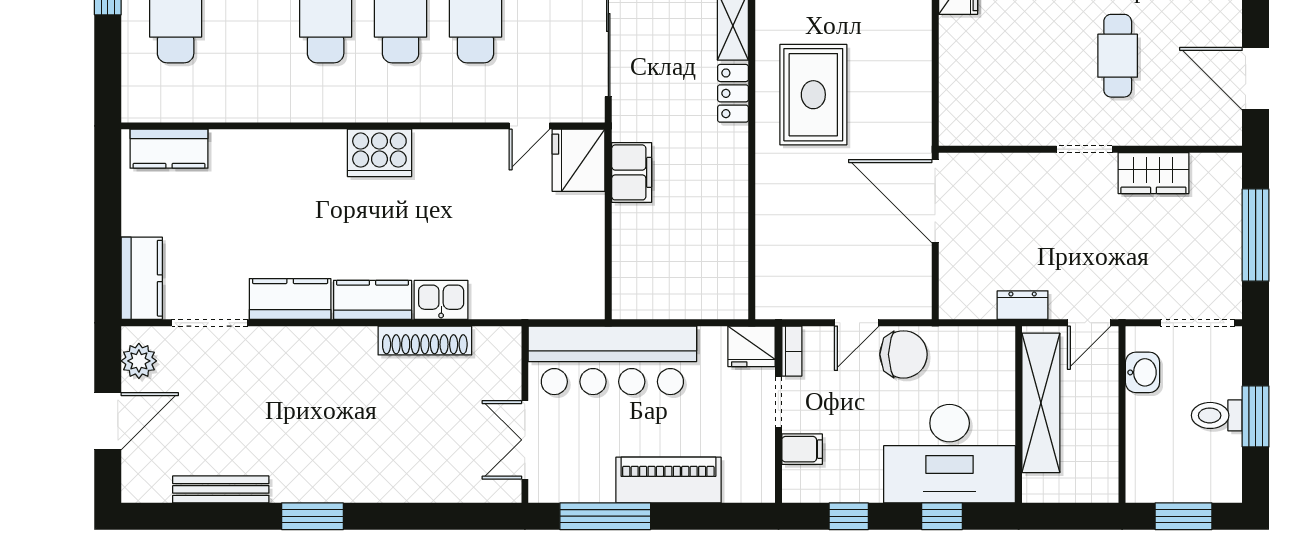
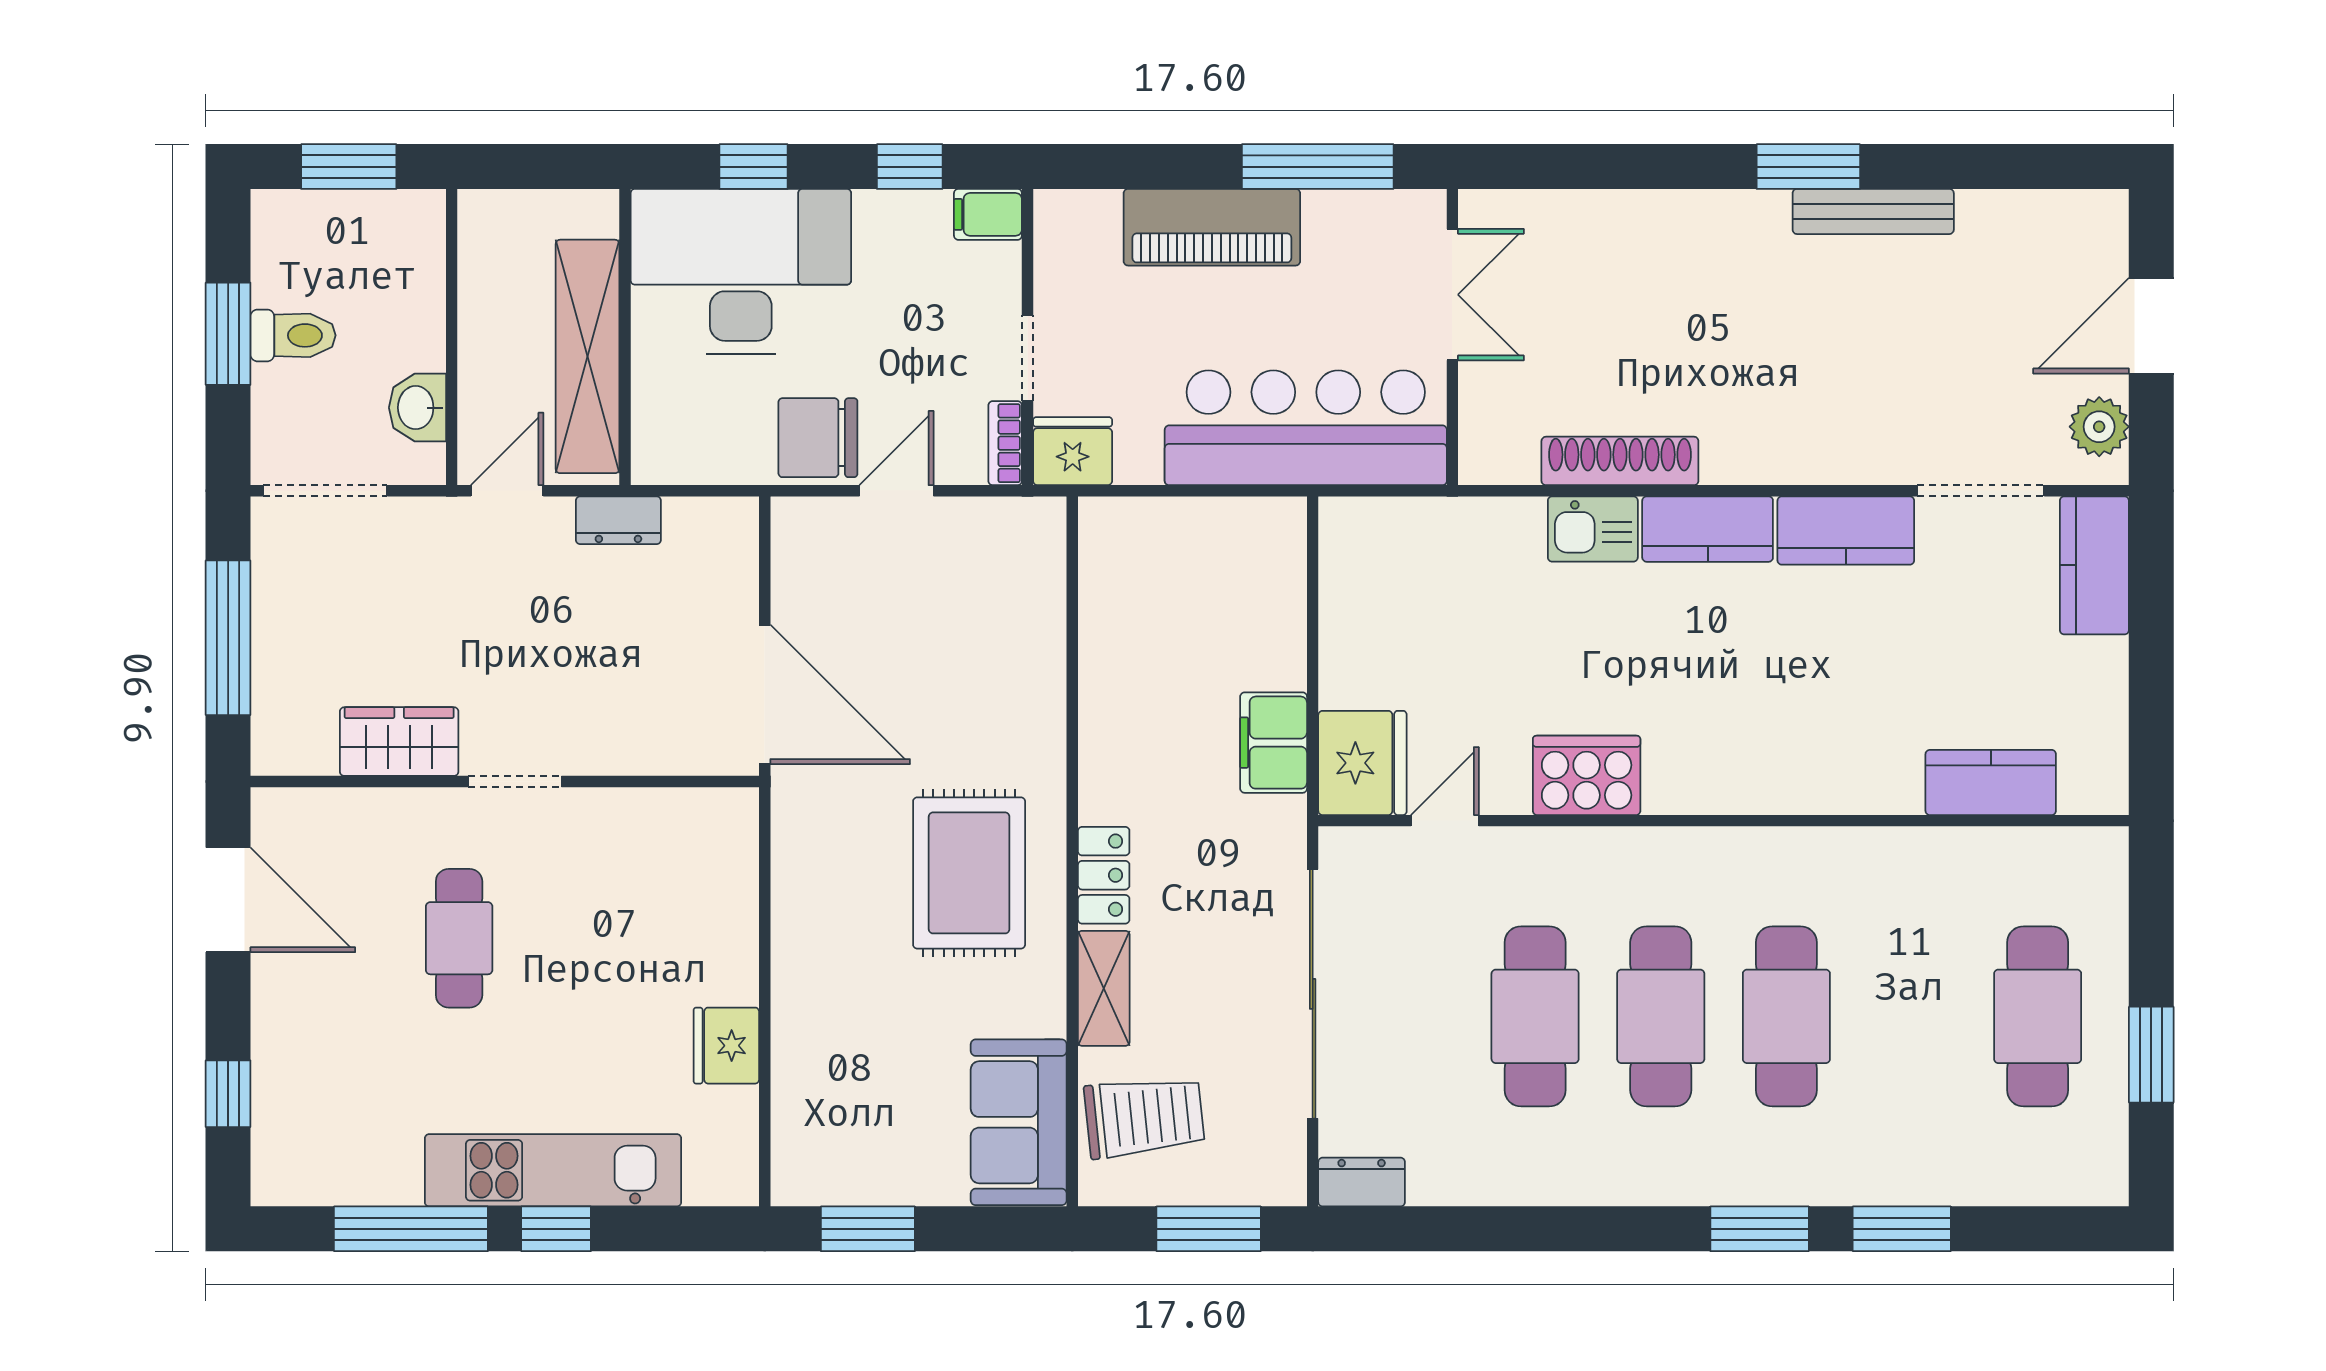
kitchen counter: (169, 149) -> (1991, 782), moved
cooker: (379, 153) -> (1587, 775), moved
filing cabinet: (802, 449) -> (988, 214), moved
bench: (221, 489) -> (1873, 211), moved

